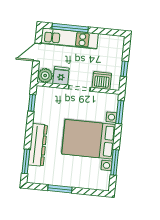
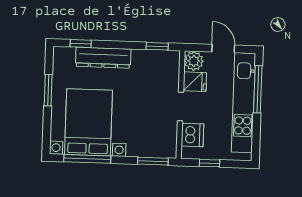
kitchen unit: (69, 38) -> (244, 103), width x1.36
bed with nightstands: (89, 139) -> (88, 122), moved
window: (26, 161) -> (81, 44), width x0.67
window: (115, 162) -> (87, 159), width x1.44

